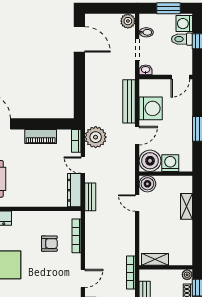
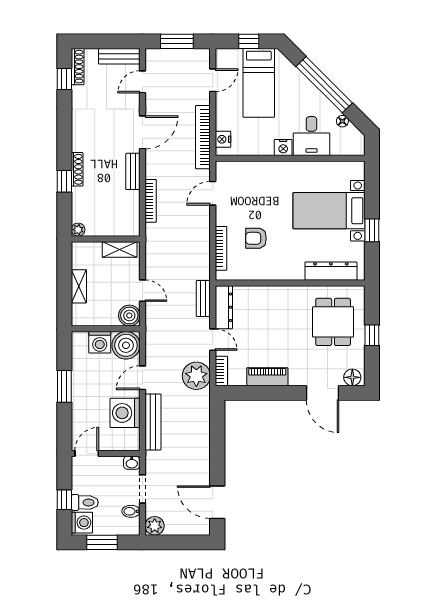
shelving: (155, 259) -> (120, 249), moved
wall: (166, 267) -> (106, 239), moved
plant: (187, 275) -> (78, 230), moved

